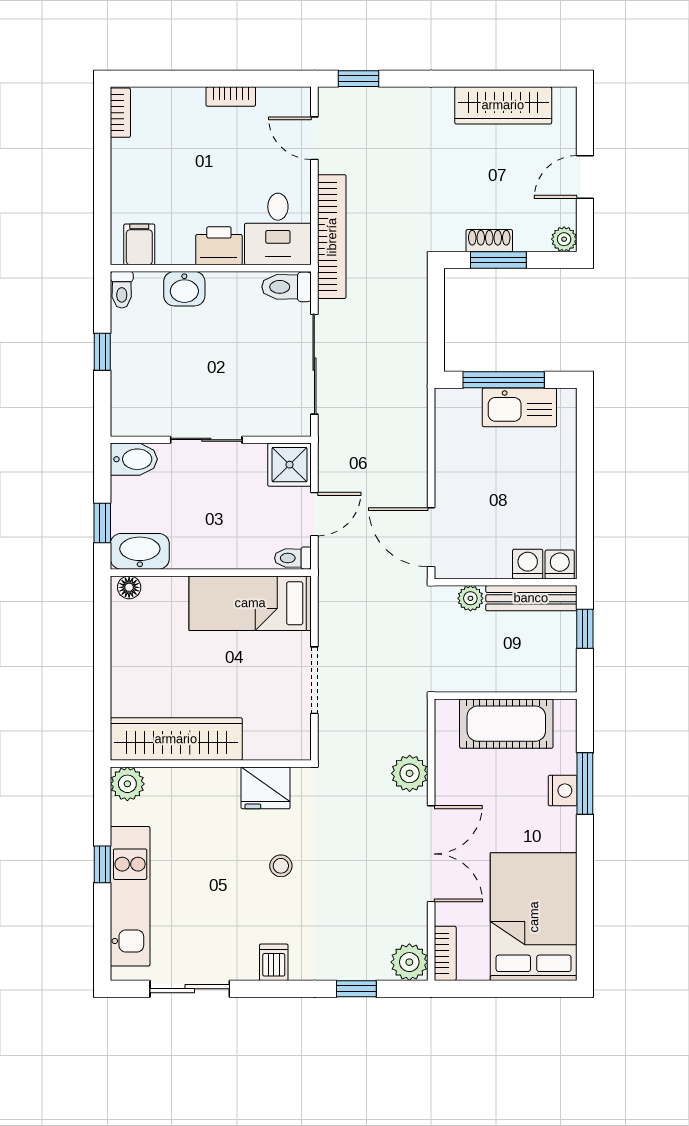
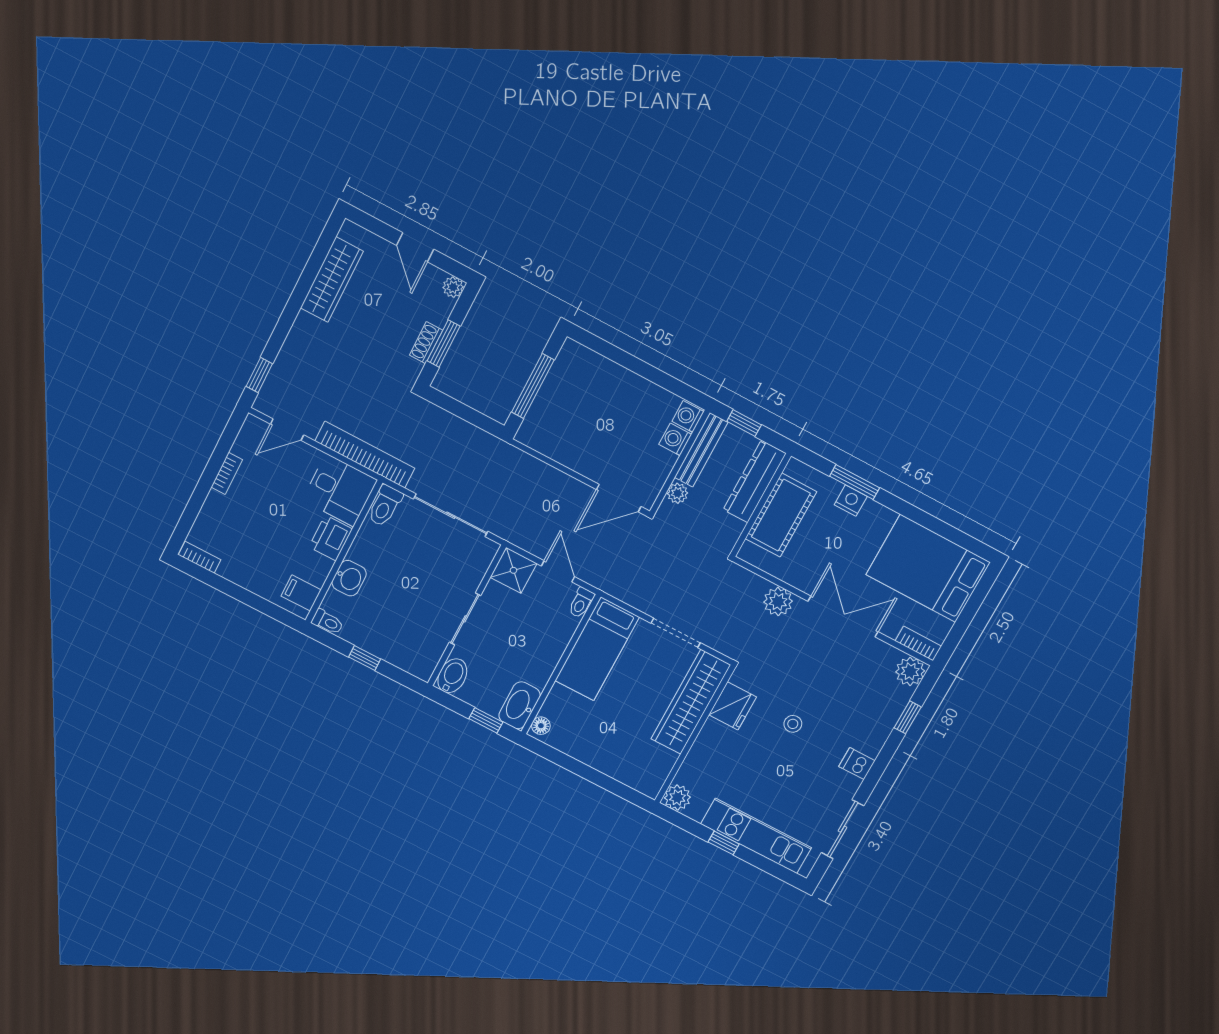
kitchen sink: (519, 407) -> (559, 385), removed
dresser: (528, 675) -> (755, 481), added
wardrobe: (176, 739) -> (691, 702), moved

